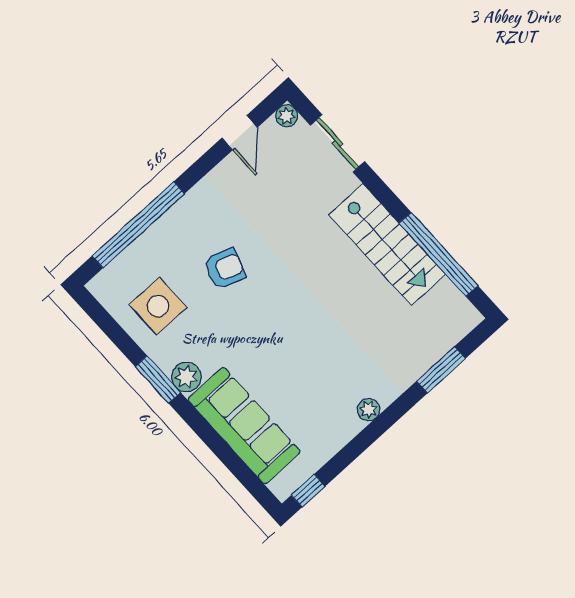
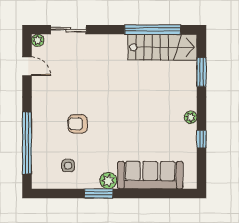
stairs: (387, 245) -> (162, 47), moved
armchair: (225, 269) -> (78, 124), turned -109
side table: (158, 306) -> (68, 166), width x0.54, depth x0.54
window: (308, 491) -> (201, 139), moved

